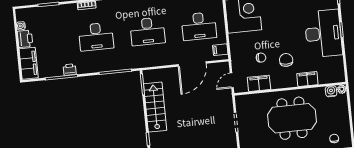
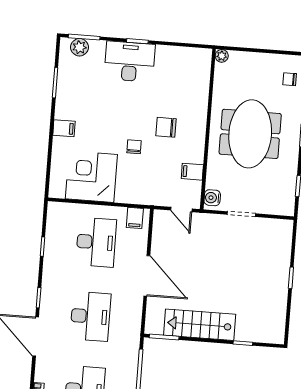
desk: (323, 33) -> (130, 61), width x0.73, depth x0.77
chair: (261, 58) -> (134, 147), moved
door: (192, 64) -> (147, 276), moved
filing cabinet: (307, 79) -> (199, 102), removed
filing cabinet: (259, 83) -> (192, 172), width x0.50
water cooler: (331, 91) -> (212, 198), moved

